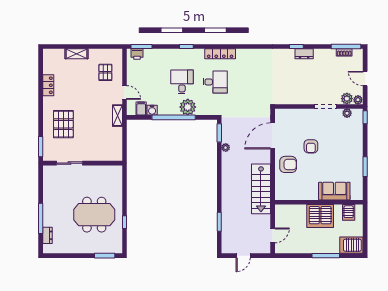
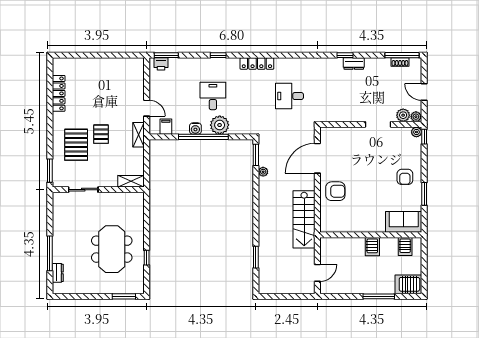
shelving: (76, 54) -> (131, 181), moved
pallet: (105, 72) -> (101, 134), moved
desk: (215, 82) -> (289, 96), moved, turned 180
locker: (48, 85) -> (59, 93), width x1.53
water cooler: (152, 110) -> (195, 129), moved
plant: (347, 113) -> (416, 132), moved
armchair: (311, 146) -> (405, 177), moved
sofa: (334, 191) -> (404, 222), moved
meeting table: (94, 215) -> (112, 249), turned 90
server rack: (320, 216) -> (372, 247), width x0.46, depth x0.70
door: (243, 256) -> (283, 296), removed

